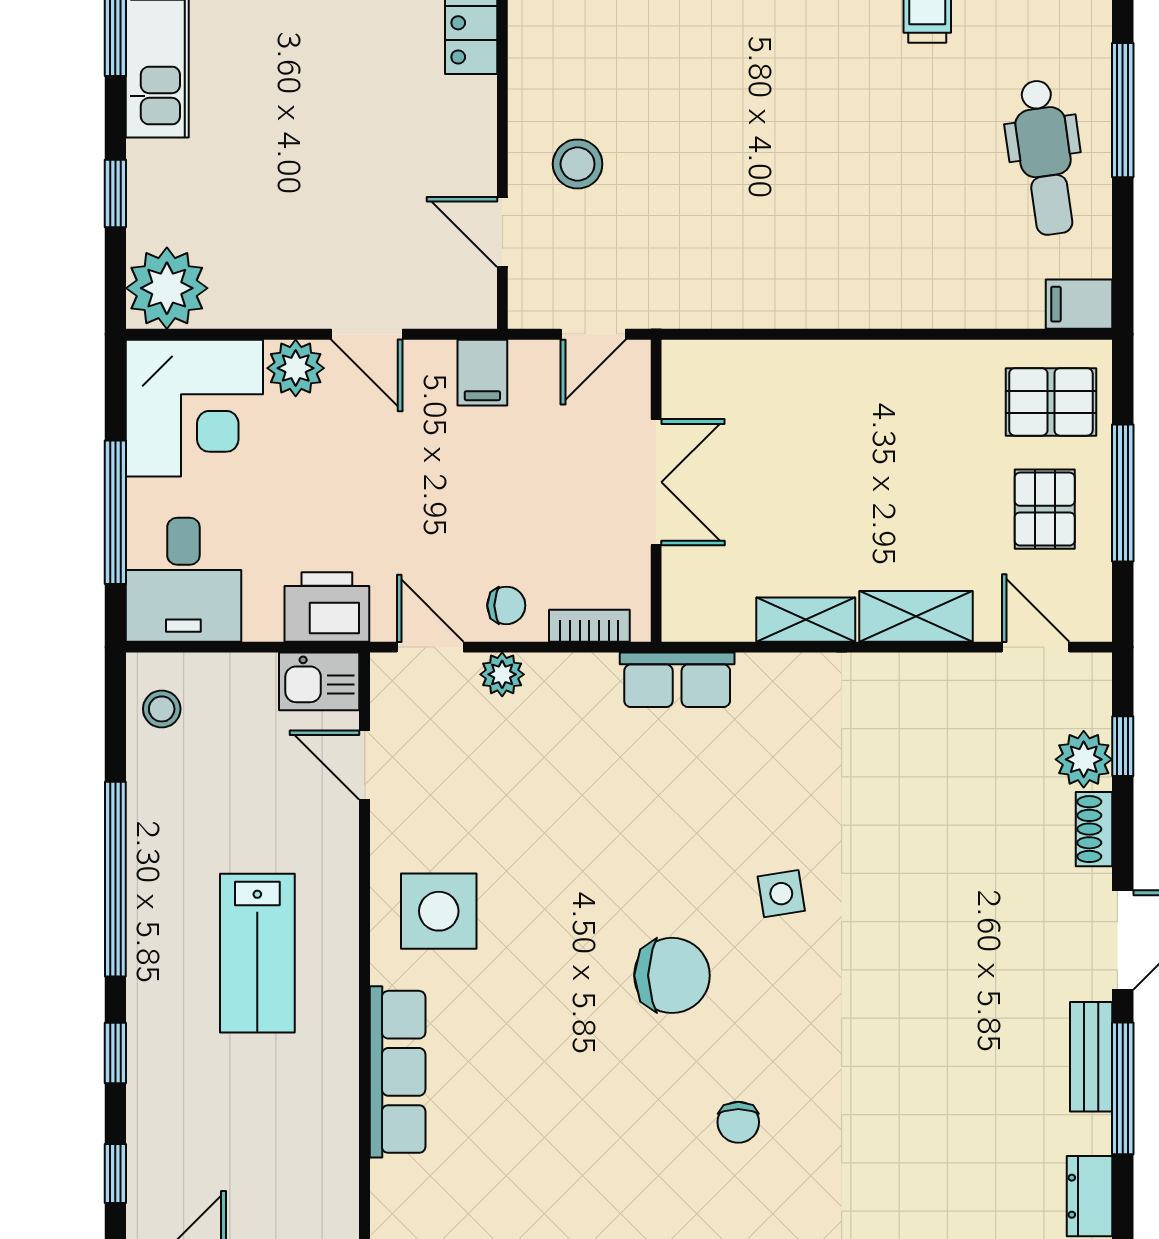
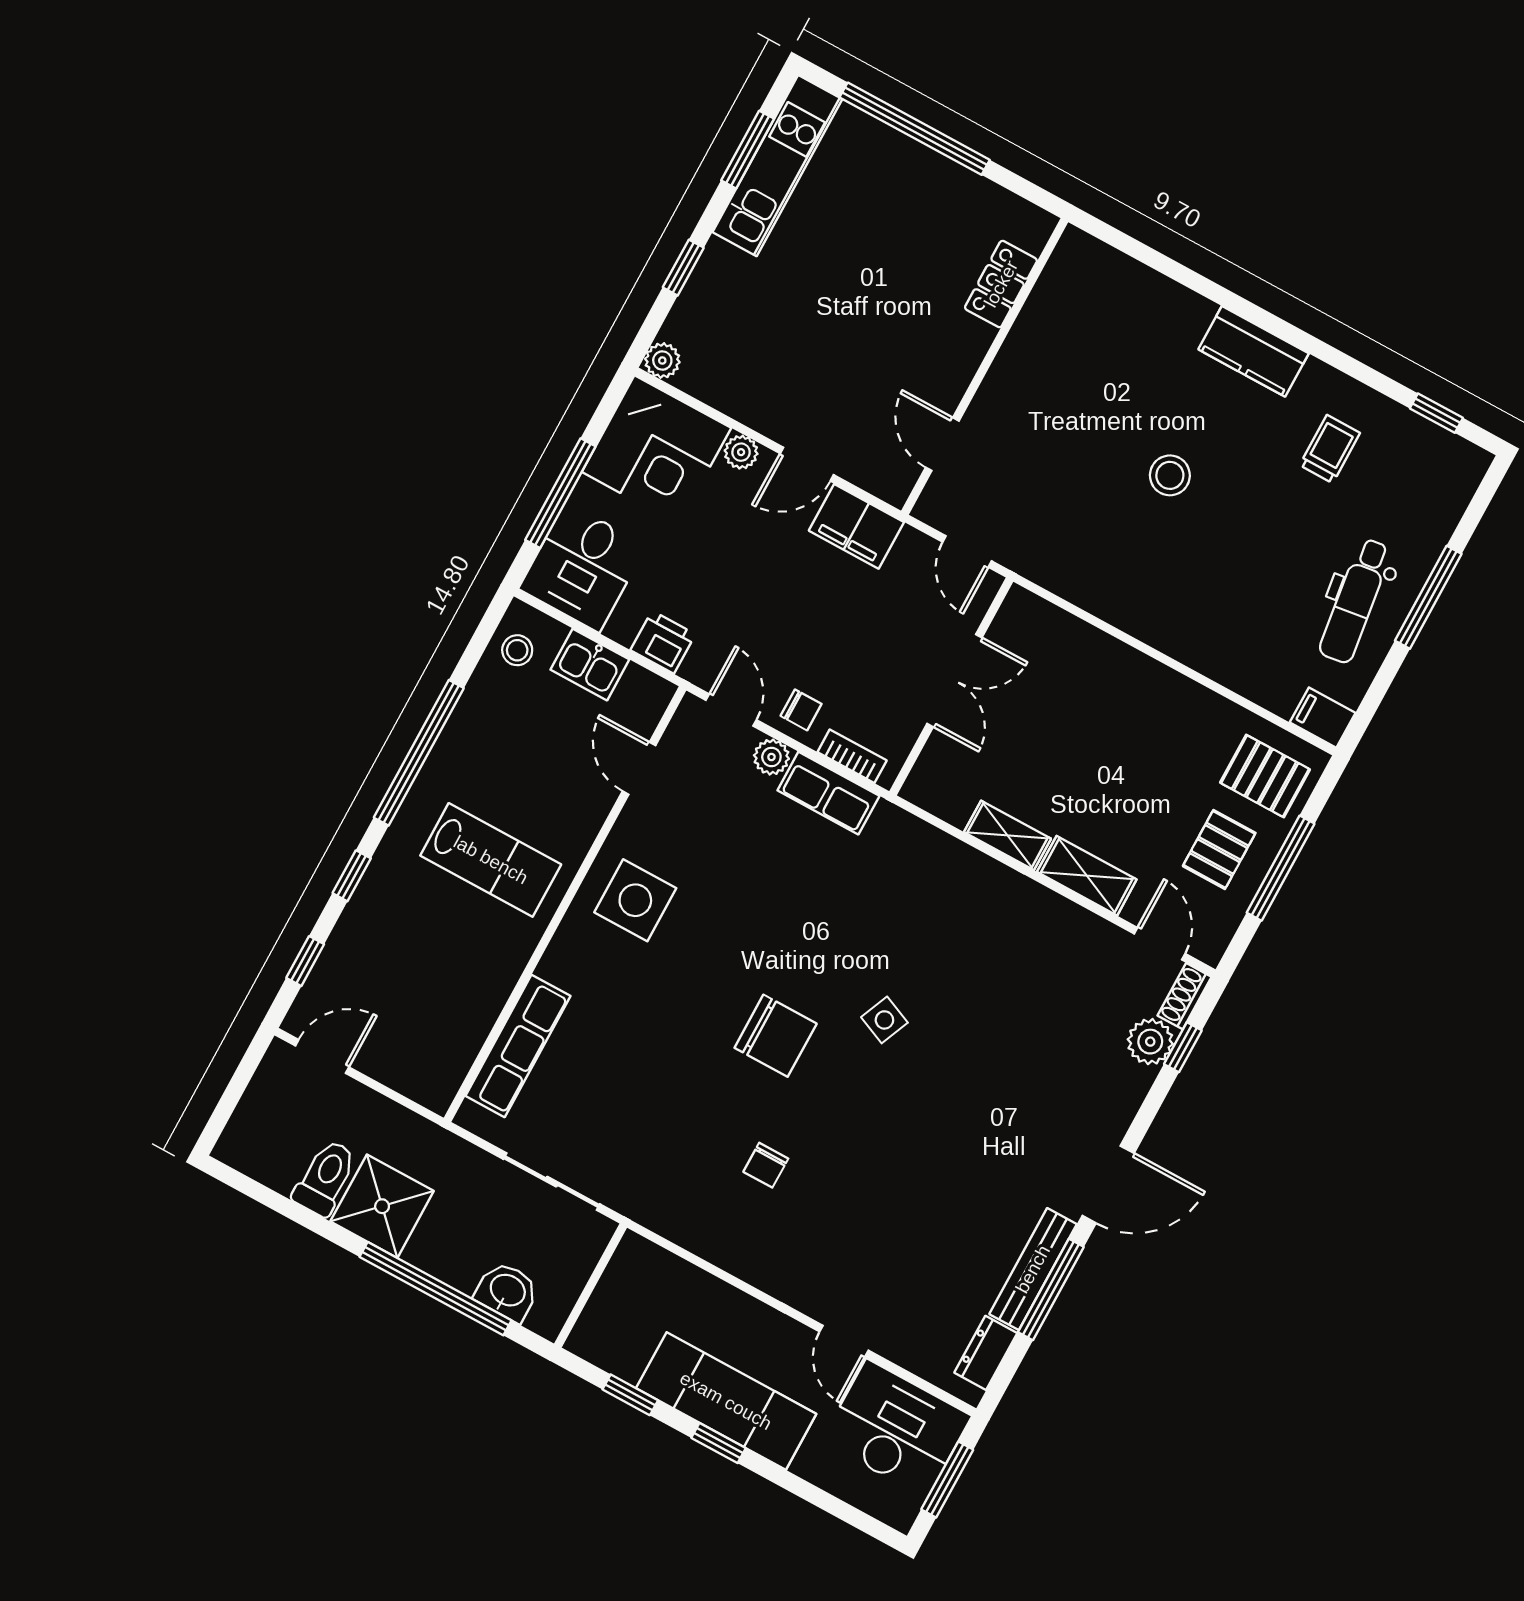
stool: (578, 164) -> (1170, 475), moved
plant: (167, 288) -> (662, 360), width x0.53, depth x0.53
door: (367, 334) -> (807, 464), hinge flipped
door: (593, 334) -> (967, 552), hinge flipped
plant: (296, 368) -> (741, 452), width x0.73, depth x0.73
filing cabinet: (482, 373) -> (856, 526), width x2.00
printer: (327, 607) -> (663, 642), width x0.73, depth x0.81
row of seats: (677, 680) -> (828, 793), moved
kitchen sink: (319, 681) -> (590, 665), moved
shoe rack: (1094, 829) -> (1184, 996), moved
side table: (781, 894) -> (884, 1020), turned 32
lab bench: (257, 953) -> (491, 860), turned -90
bench: (1091, 1057) -> (1033, 1269), width x1.36
row of seats: (398, 1072) -> (518, 1046), moved

